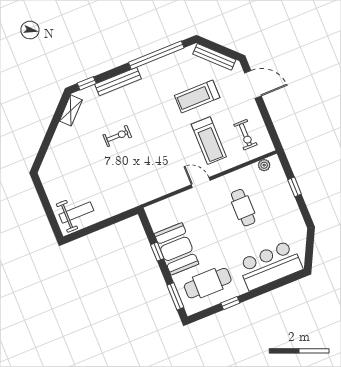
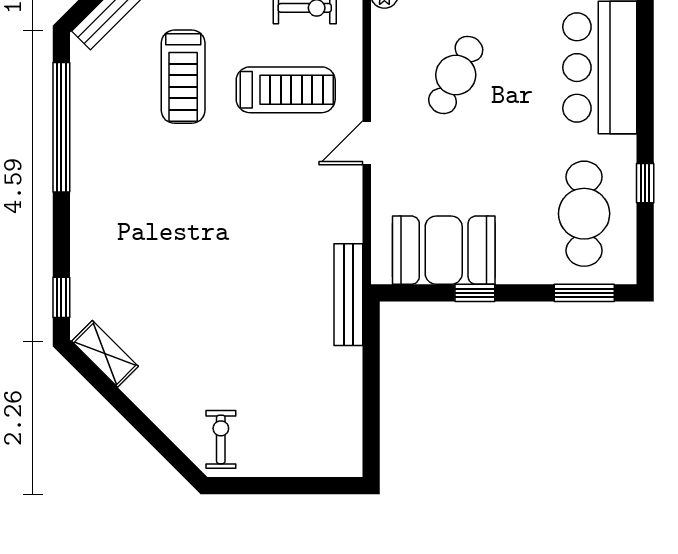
bench: (118, 81) -> (348, 295), moved
exercise bike: (117, 136) -> (221, 439), moved
cafe table: (243, 208) -> (456, 75), turned -63
weight bench: (76, 212) -> (324, 429), removed
booth: (176, 249) -> (444, 250), moved

